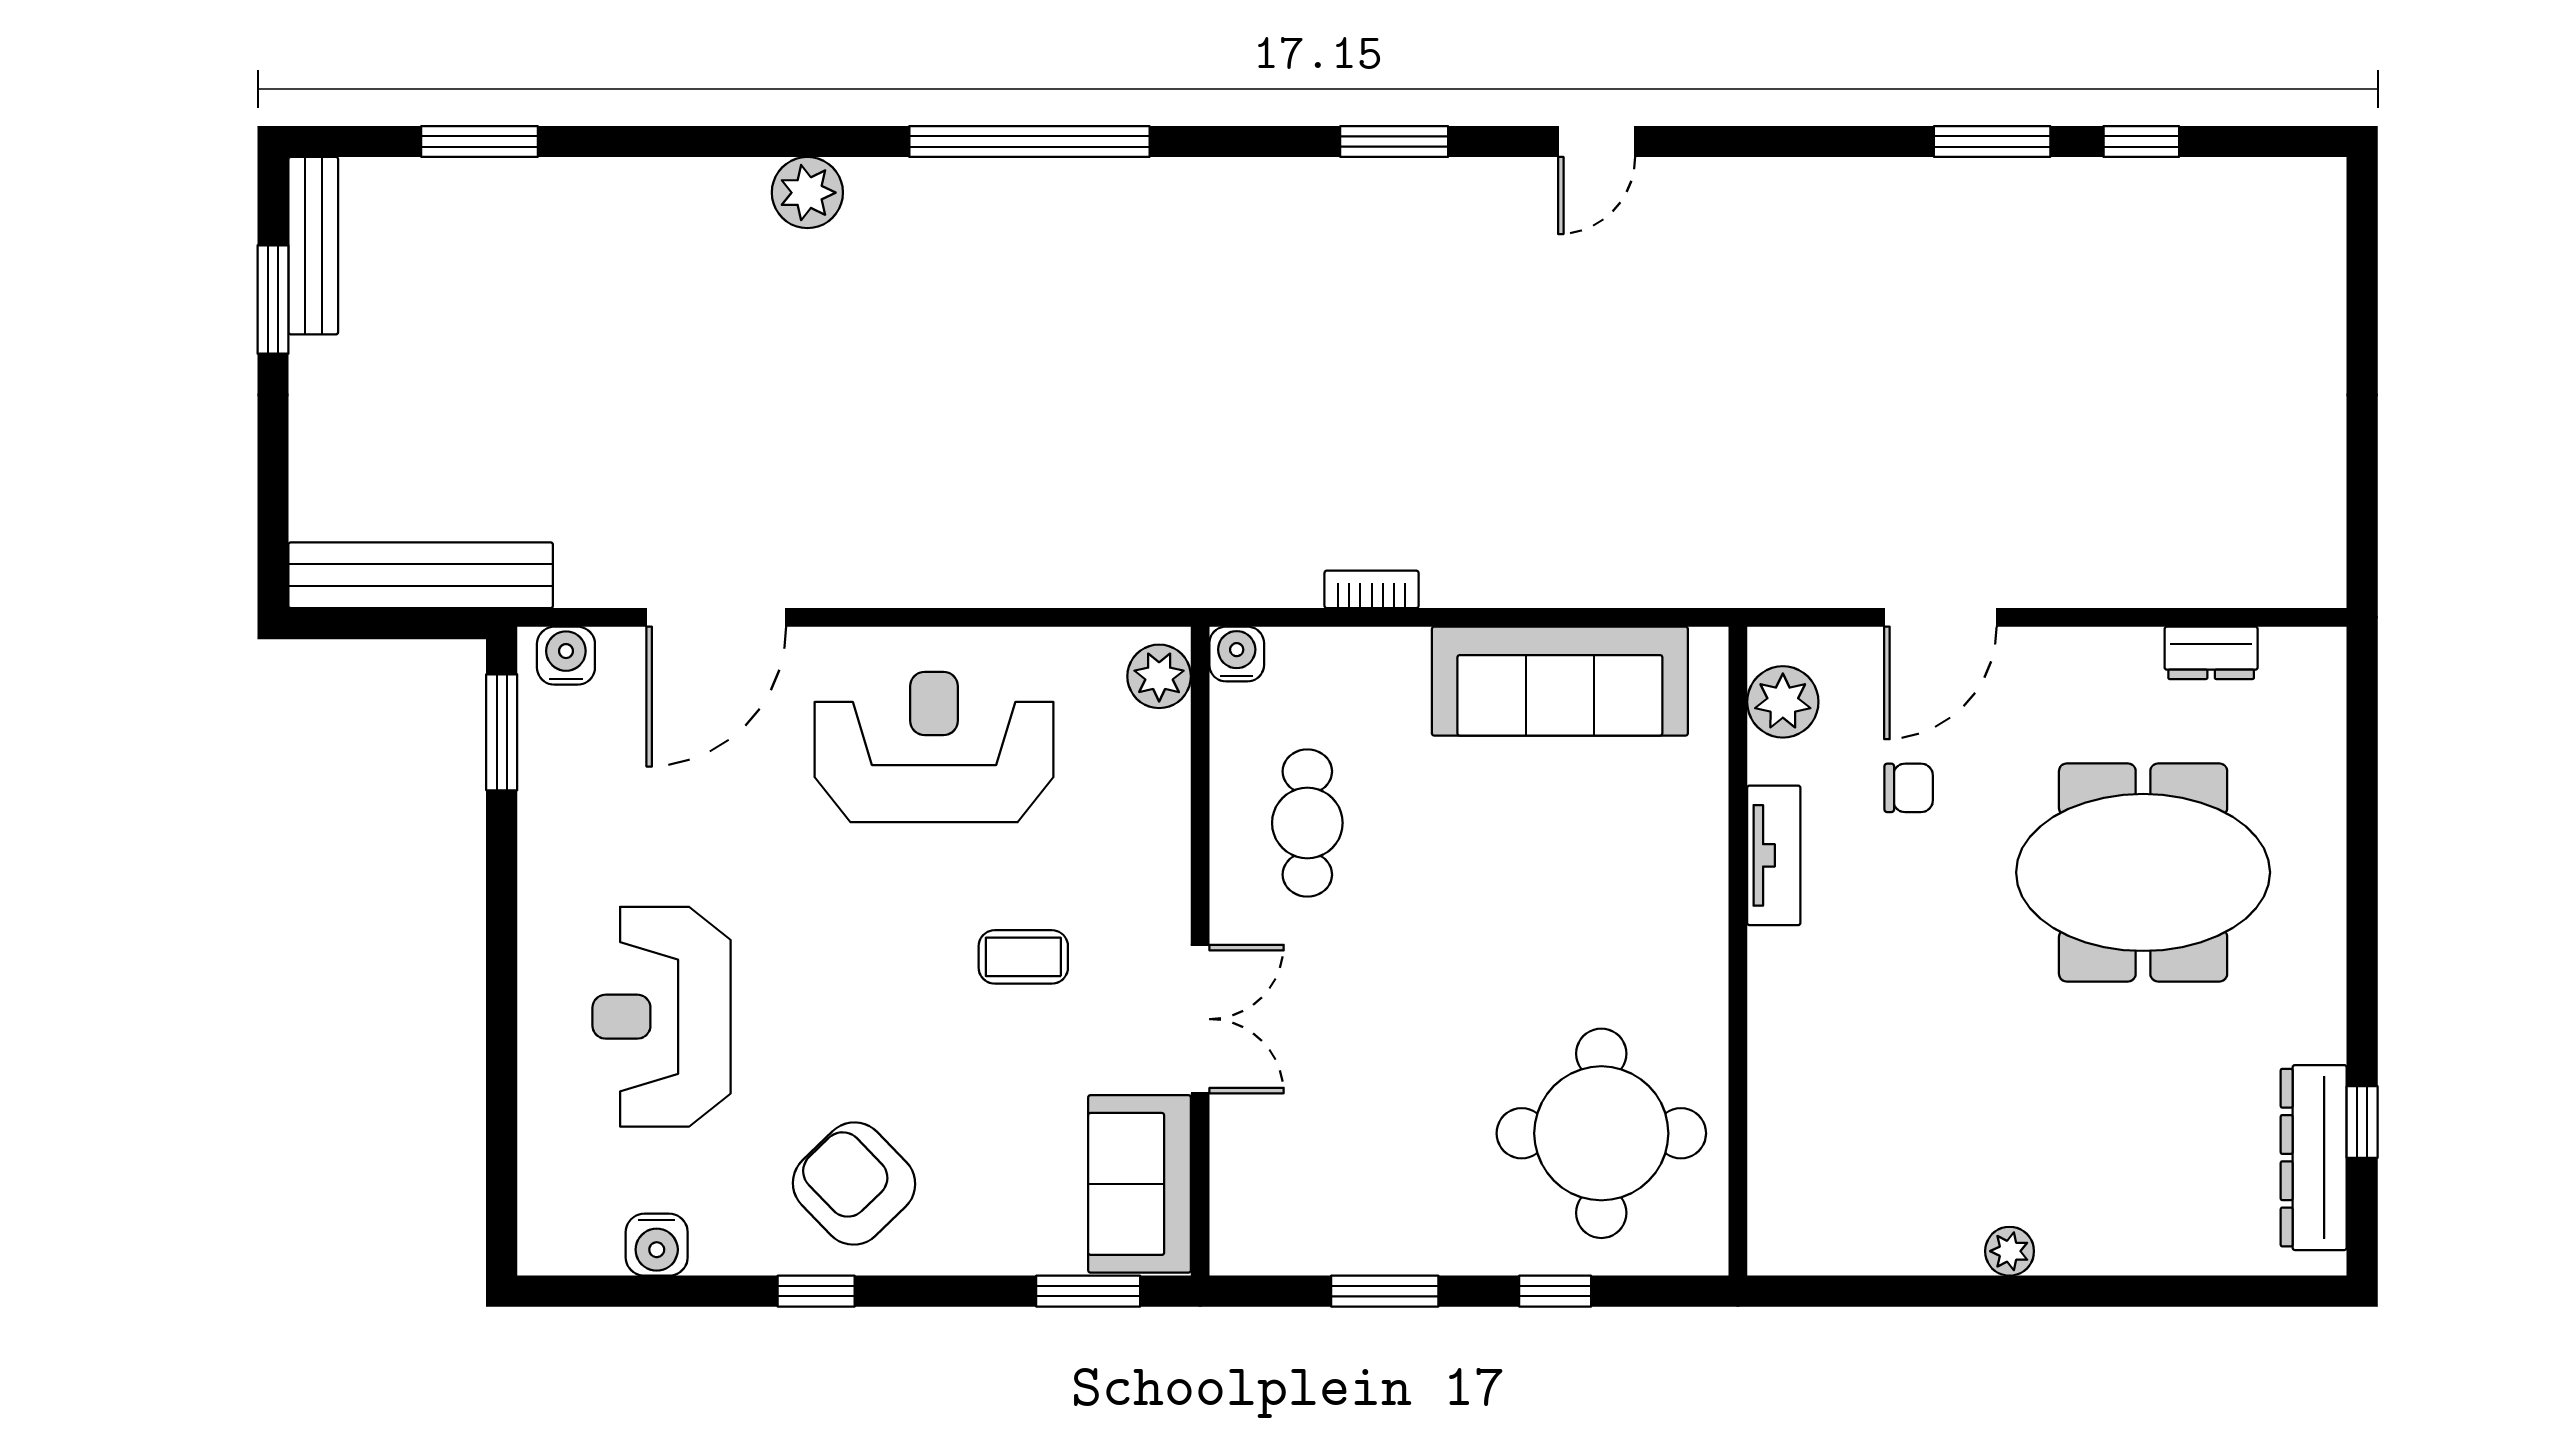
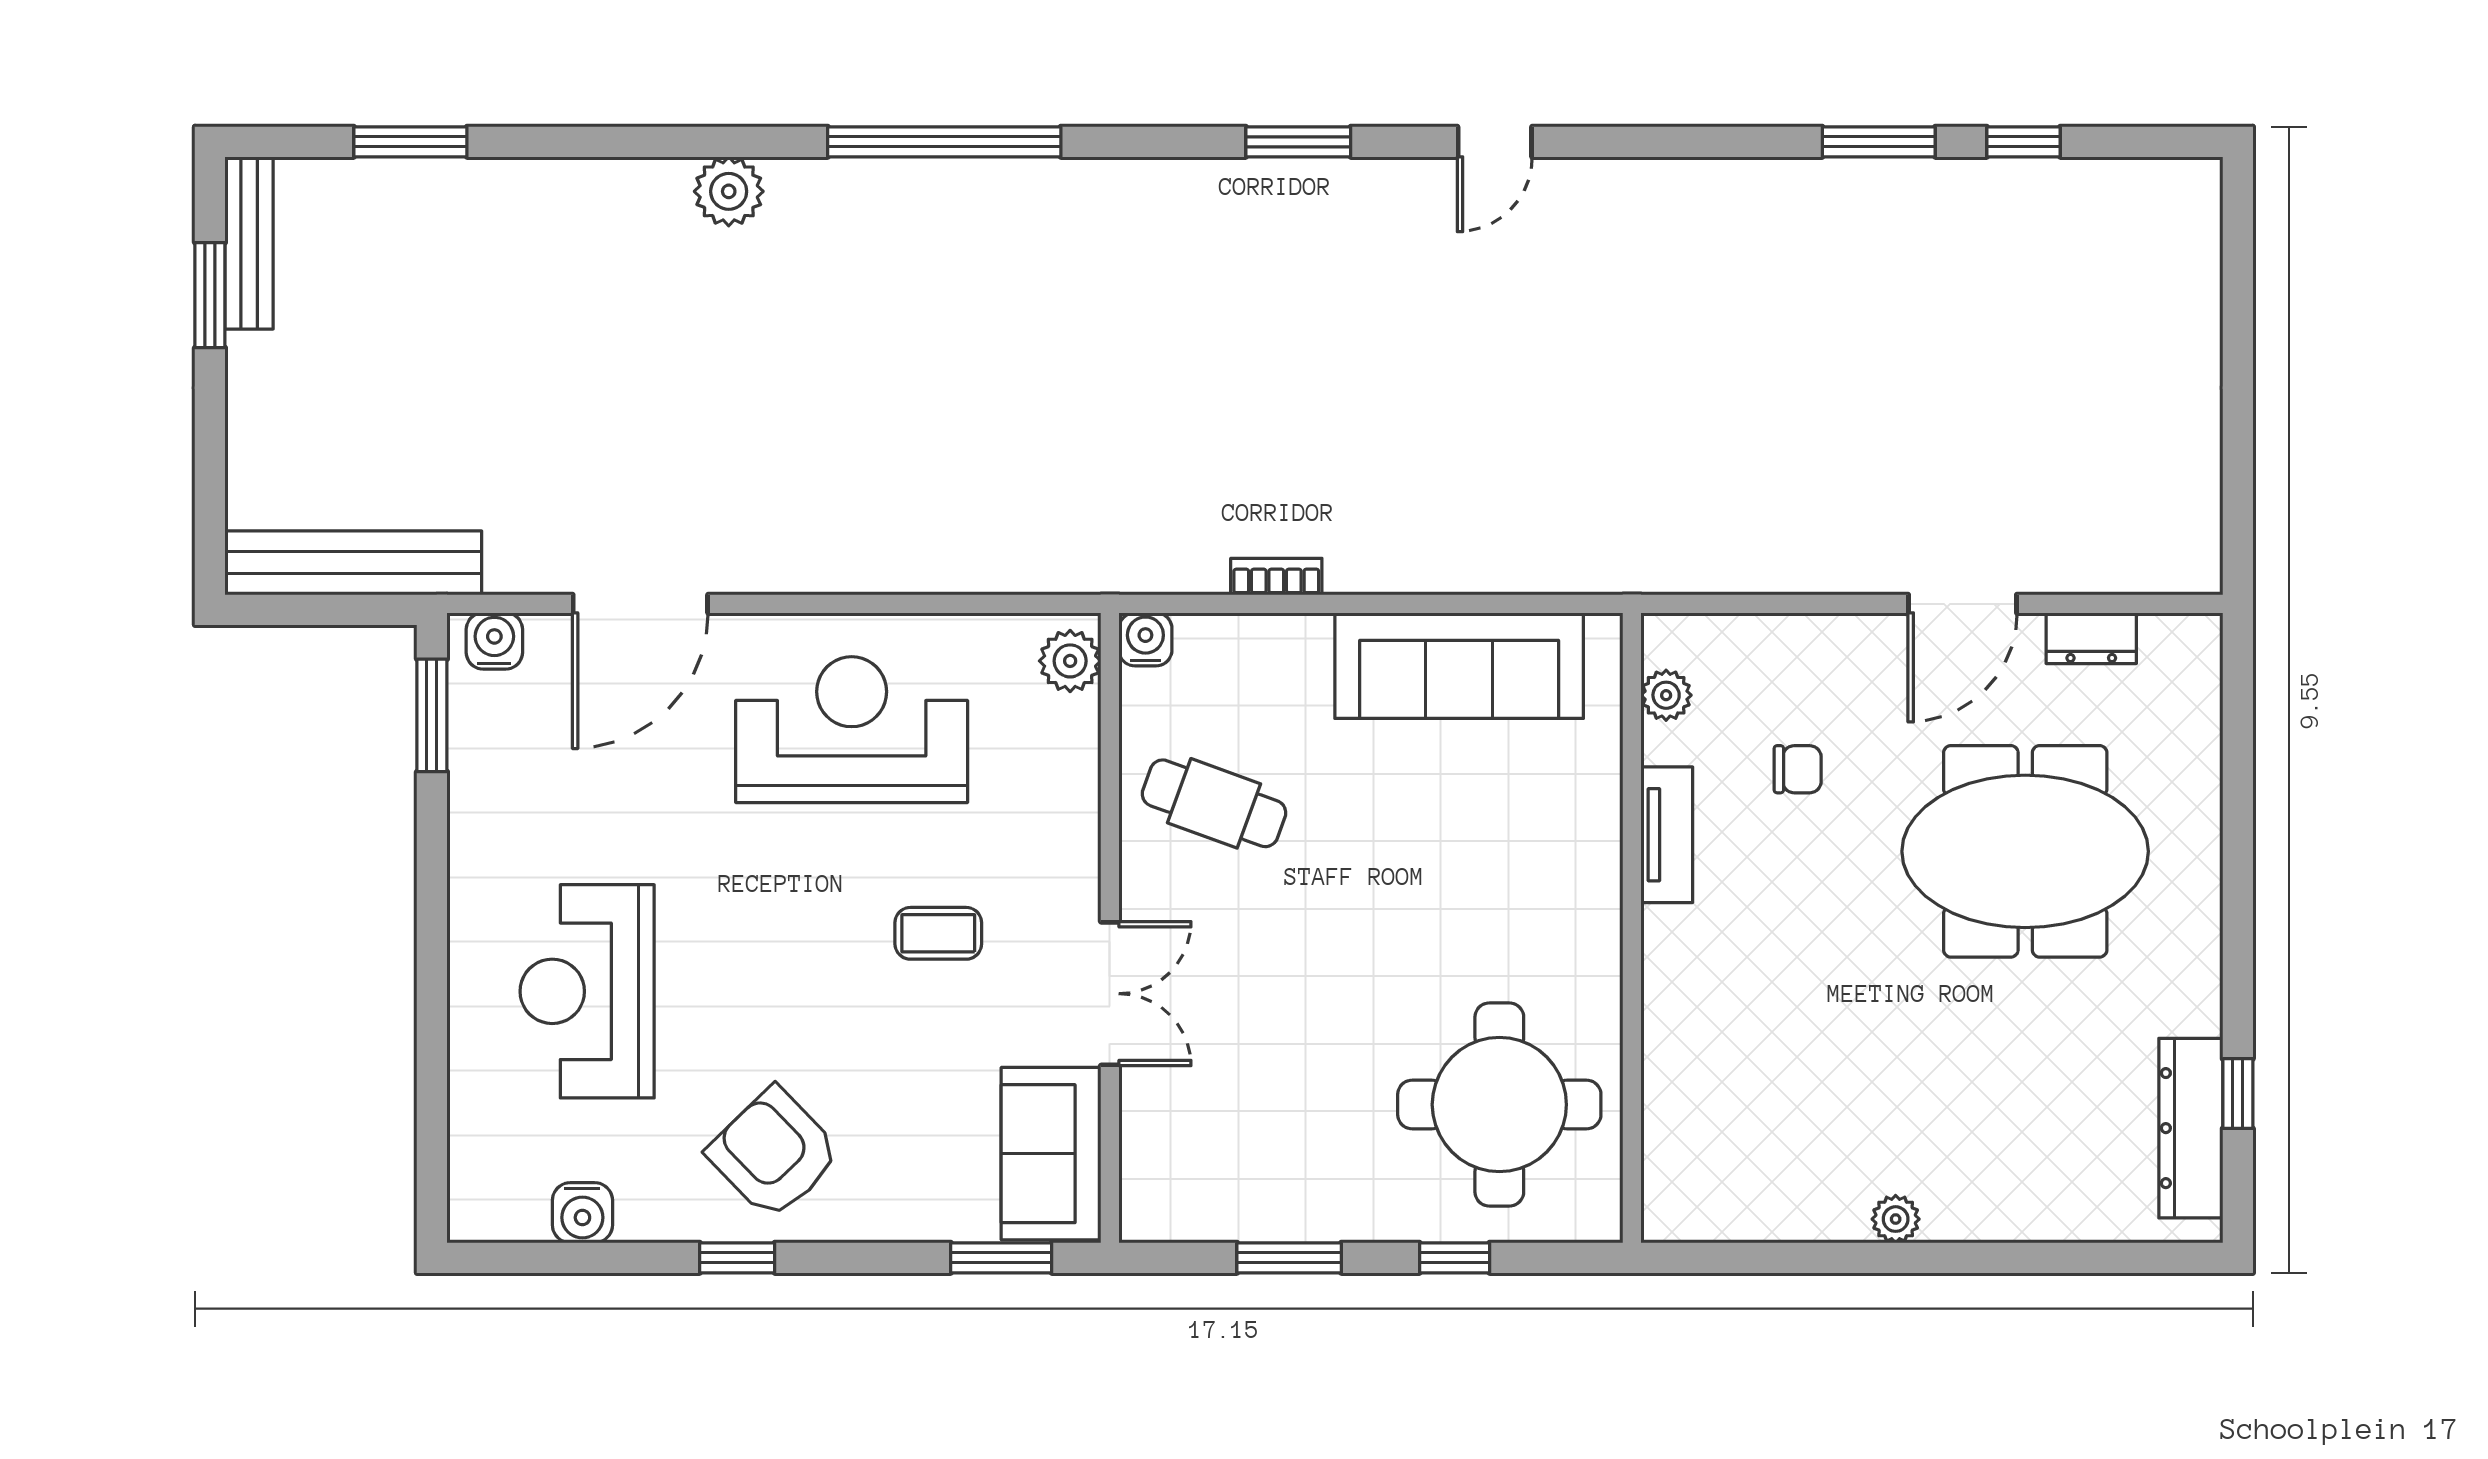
door: (1940, 617) -> (1963, 604), moved
plant: (1783, 702) -> (1666, 695), width x0.73, depth x0.73
cafe table: (1307, 823) -> (1214, 803), turned -70

